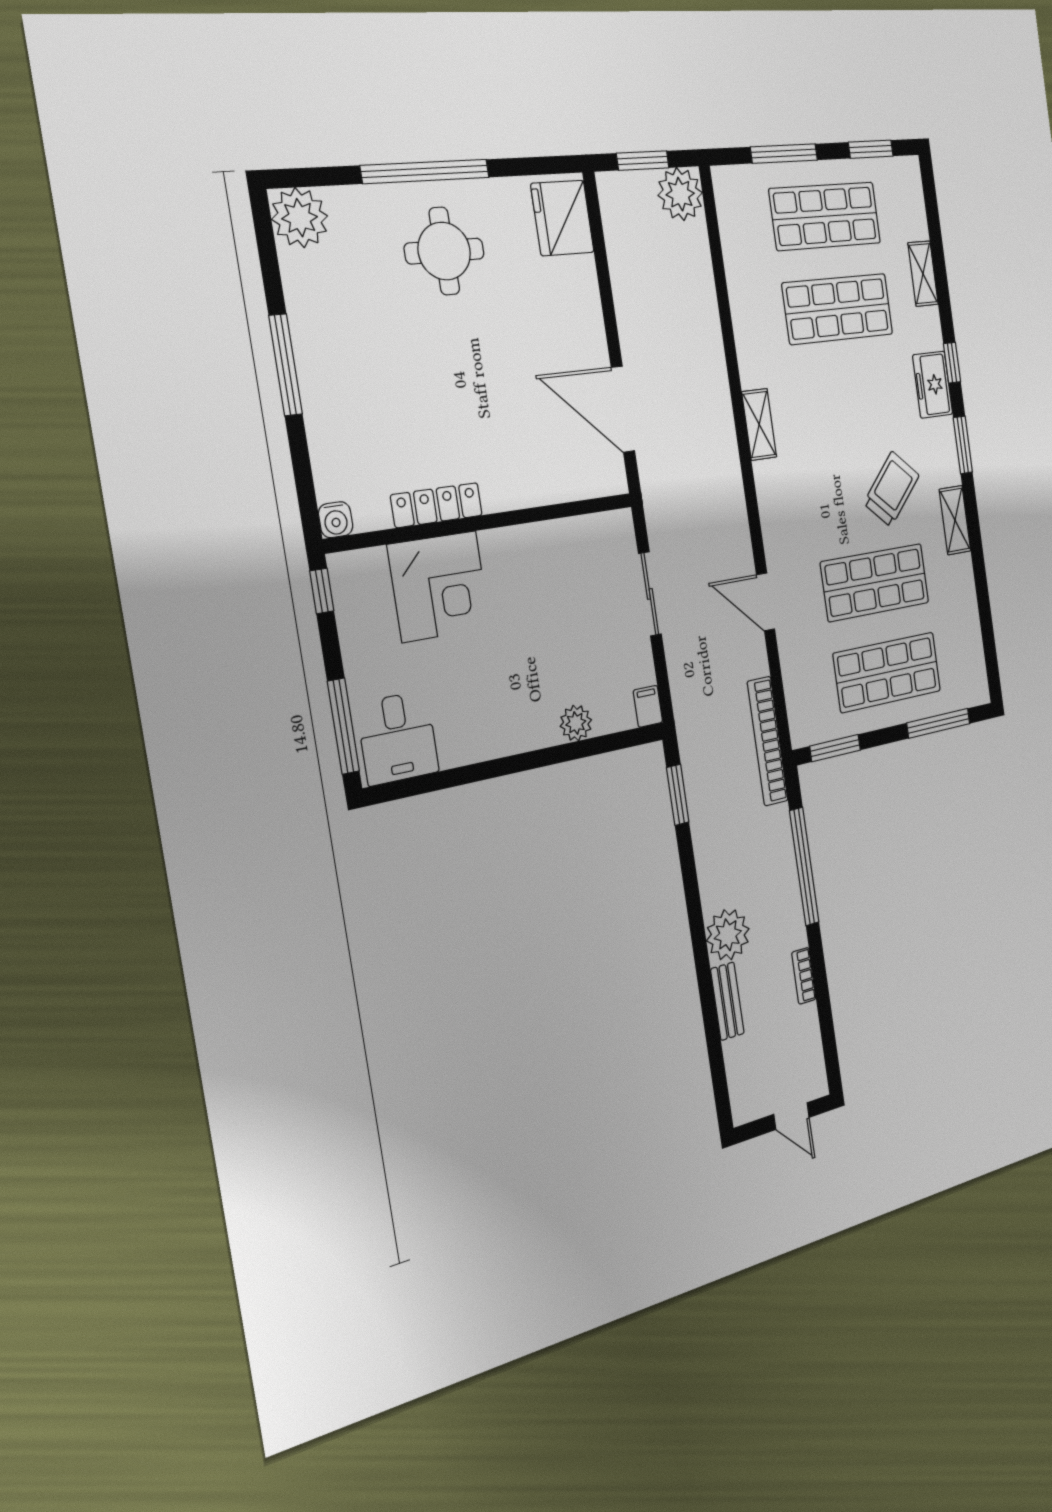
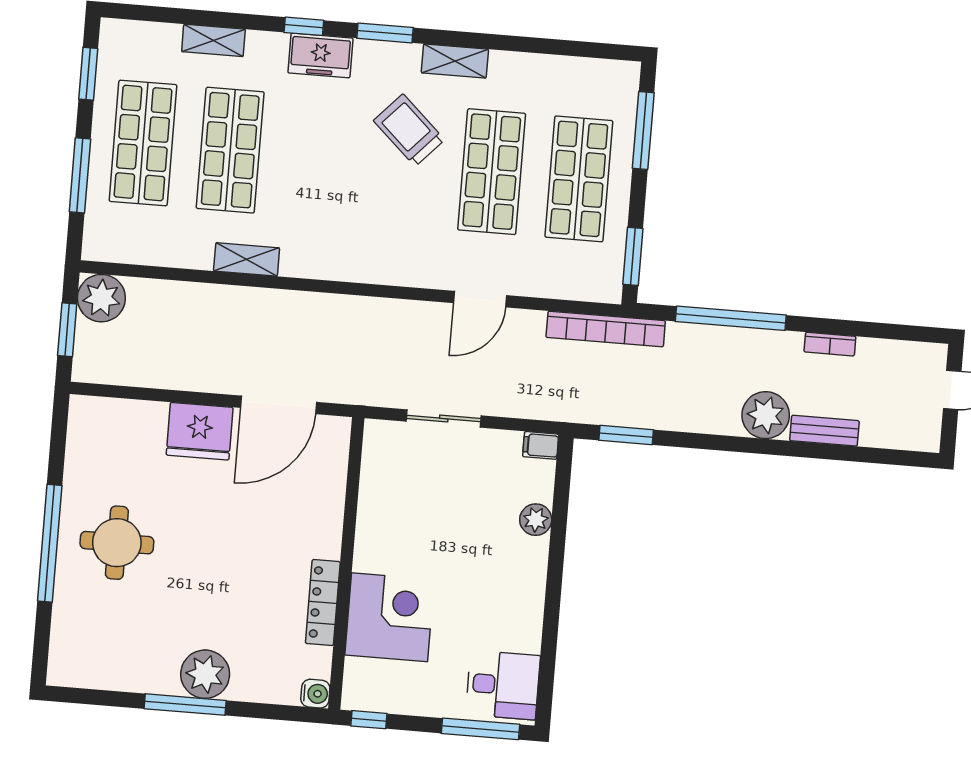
plant: (300, 218) -> (205, 674), moved
fridge: (562, 218) -> (200, 431), moved
shelving: (759, 424) -> (247, 259), moved

